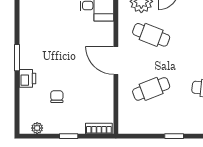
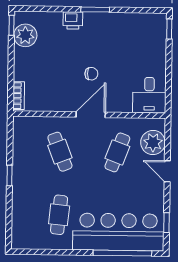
chair: (57, 97) -> (91, 74), moved
plant: (37, 128) -> (25, 35), width x1.87, depth x1.87
window: (69, 136) -> (12, 25), moved

